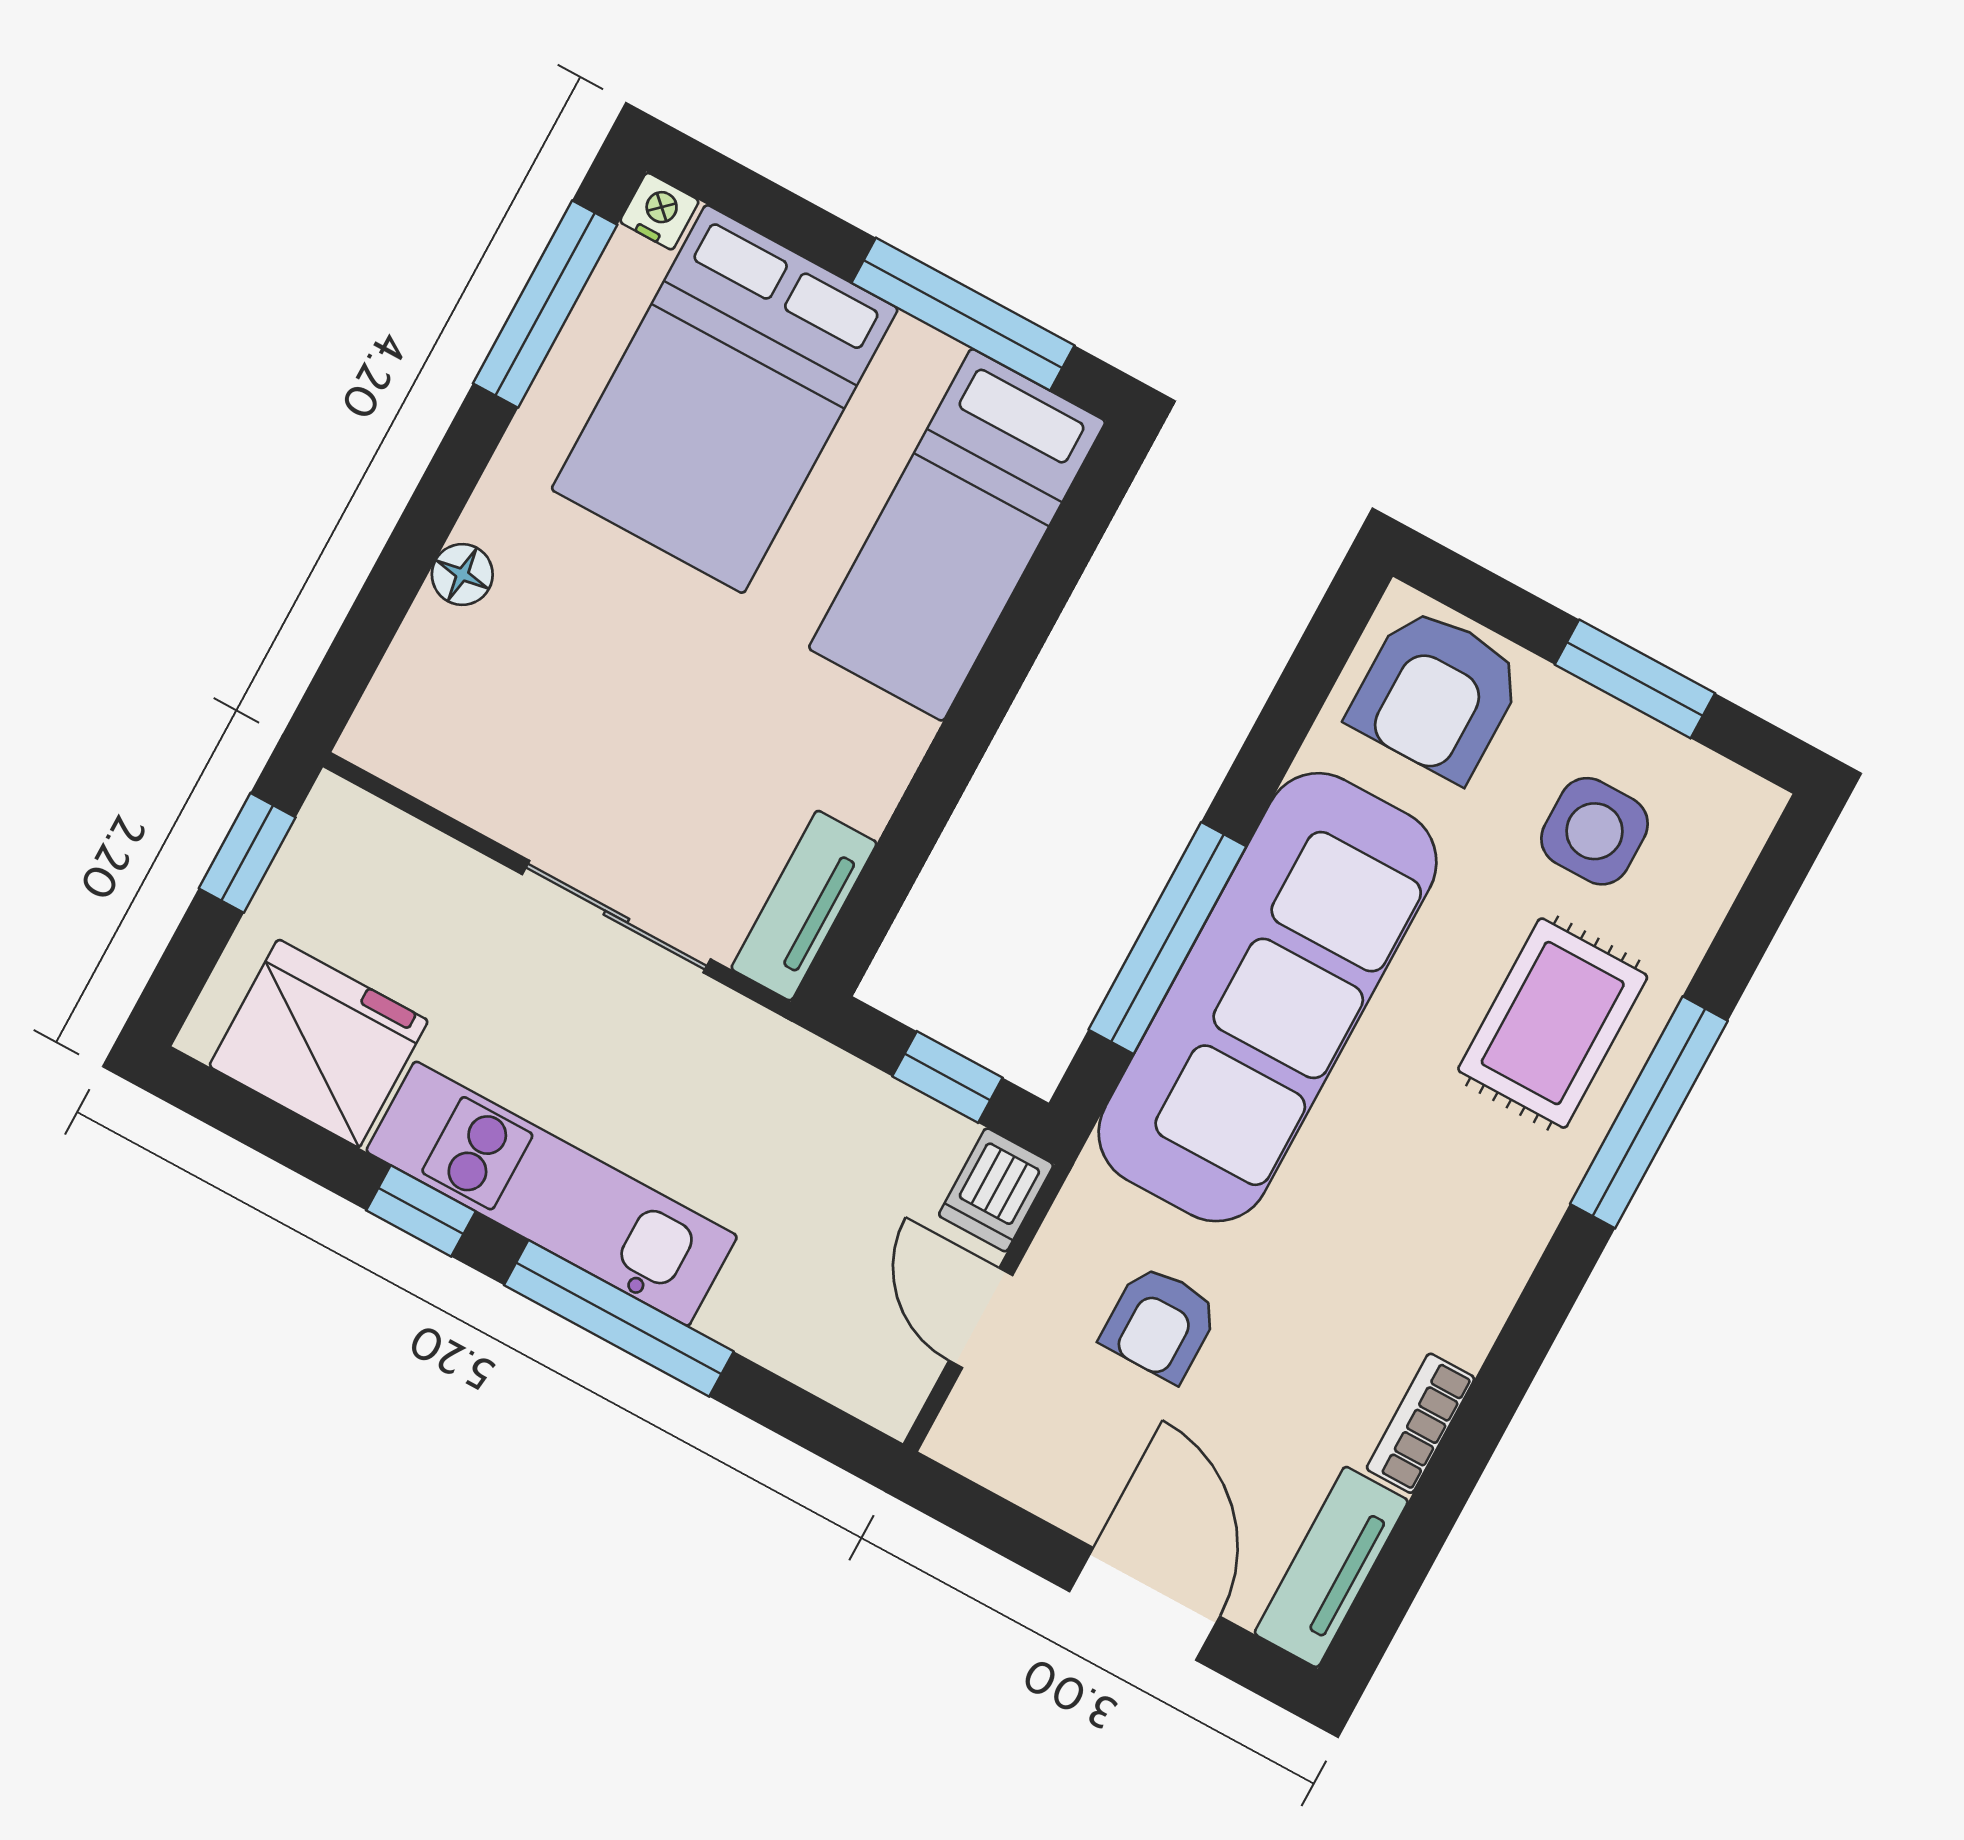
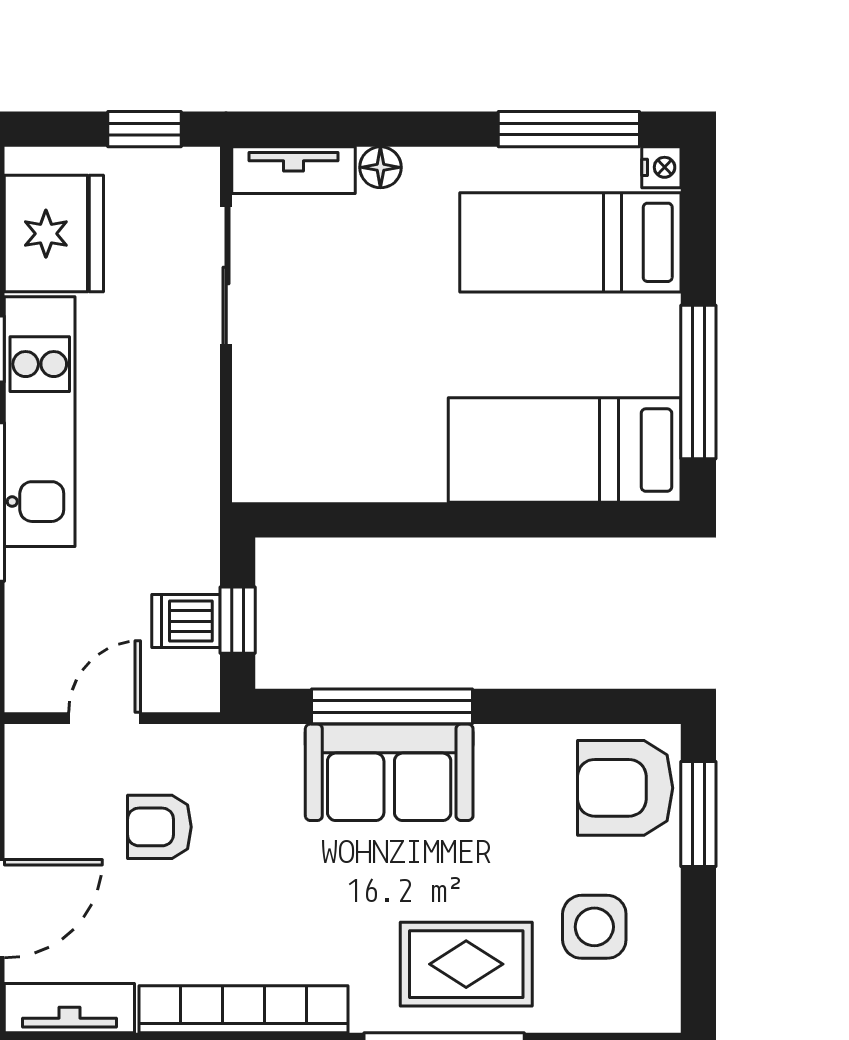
bed: (725, 399) -> (570, 242), width x0.67
window: (1635, 679) -> (698, 814), moved
tv unit: (804, 906) -> (294, 170), moved, turned 180
sliding door: (616, 917) -> (226, 275), moved
sofa: (1268, 997) -> (389, 772), width x0.54, depth x0.79
dishwasher: (996, 1190) -> (186, 621), moved
bookcase: (1421, 1423) -> (243, 1009), width x2.31, depth x1.31

